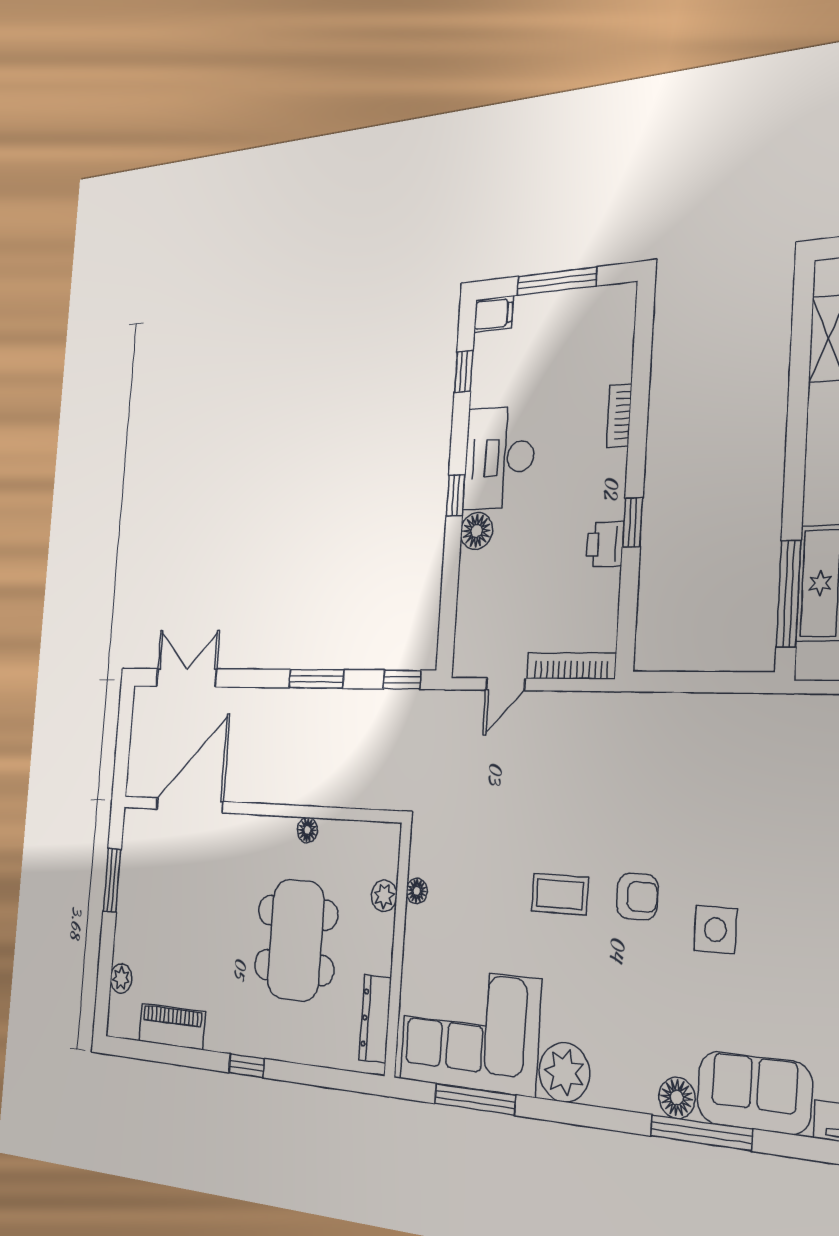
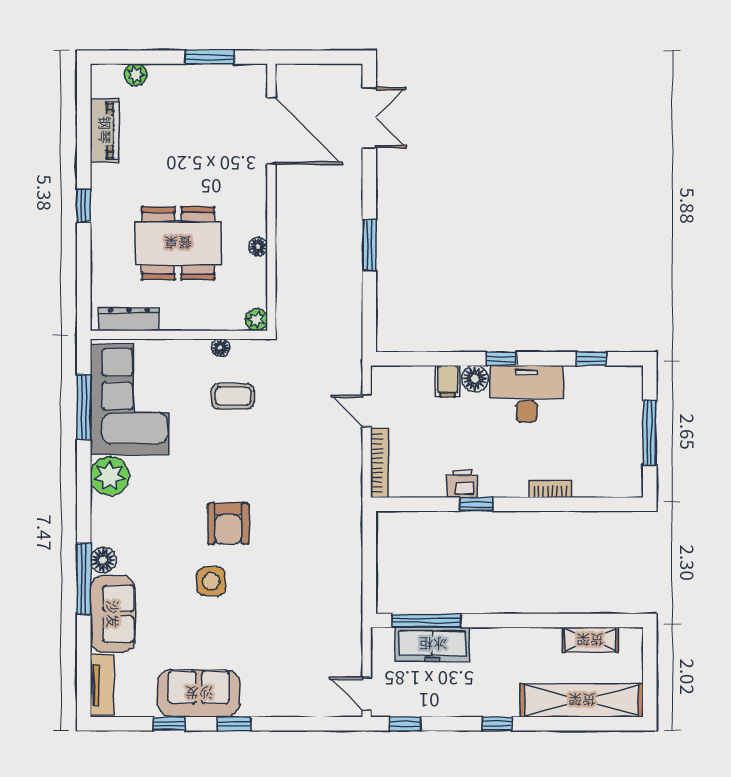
filing cabinet: (493, 314) -> (448, 381), moved
window: (402, 680) -> (369, 323), removed
coffee table: (560, 894) -> (233, 396), moved, turned 90
plant: (384, 896) -> (256, 320), moved
armchair: (637, 897) -> (228, 524), width x1.38, depth x1.38

